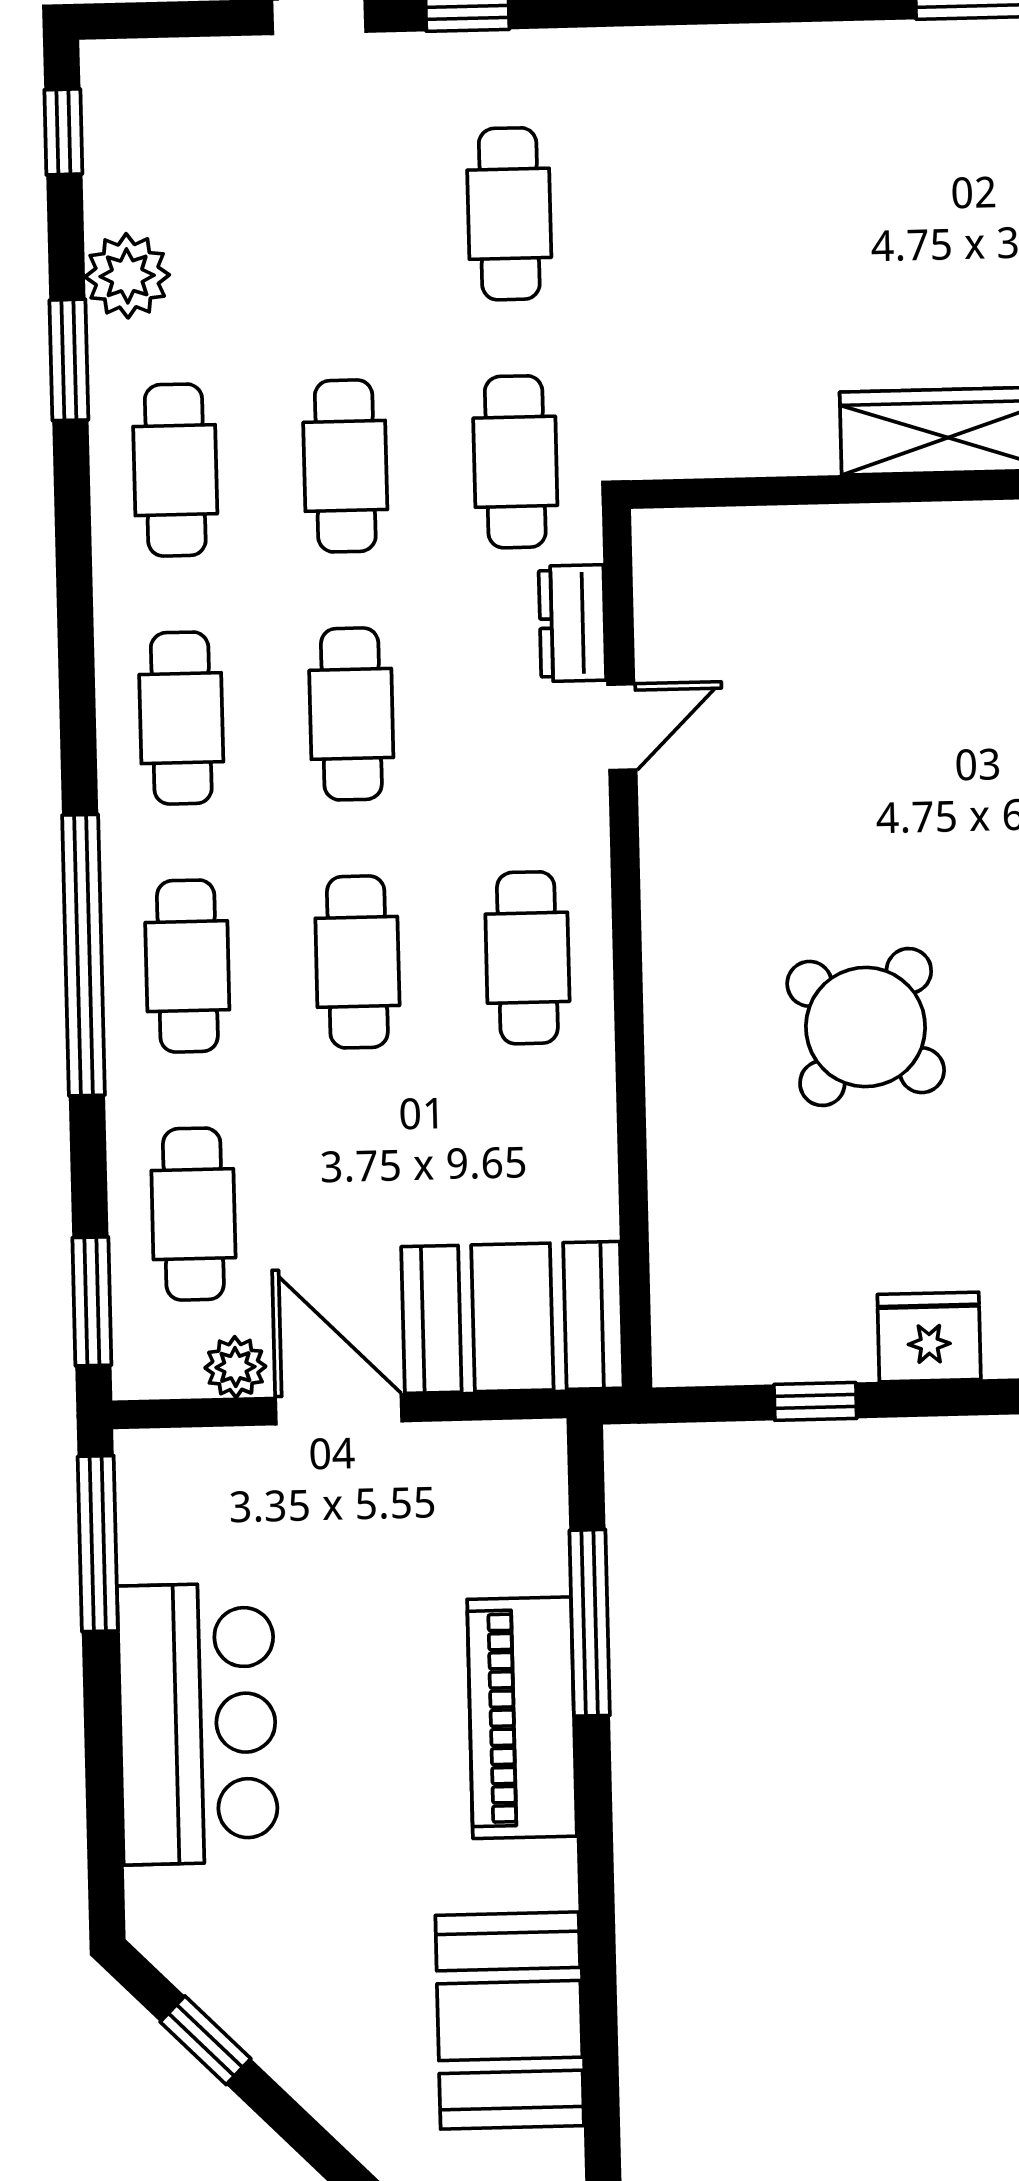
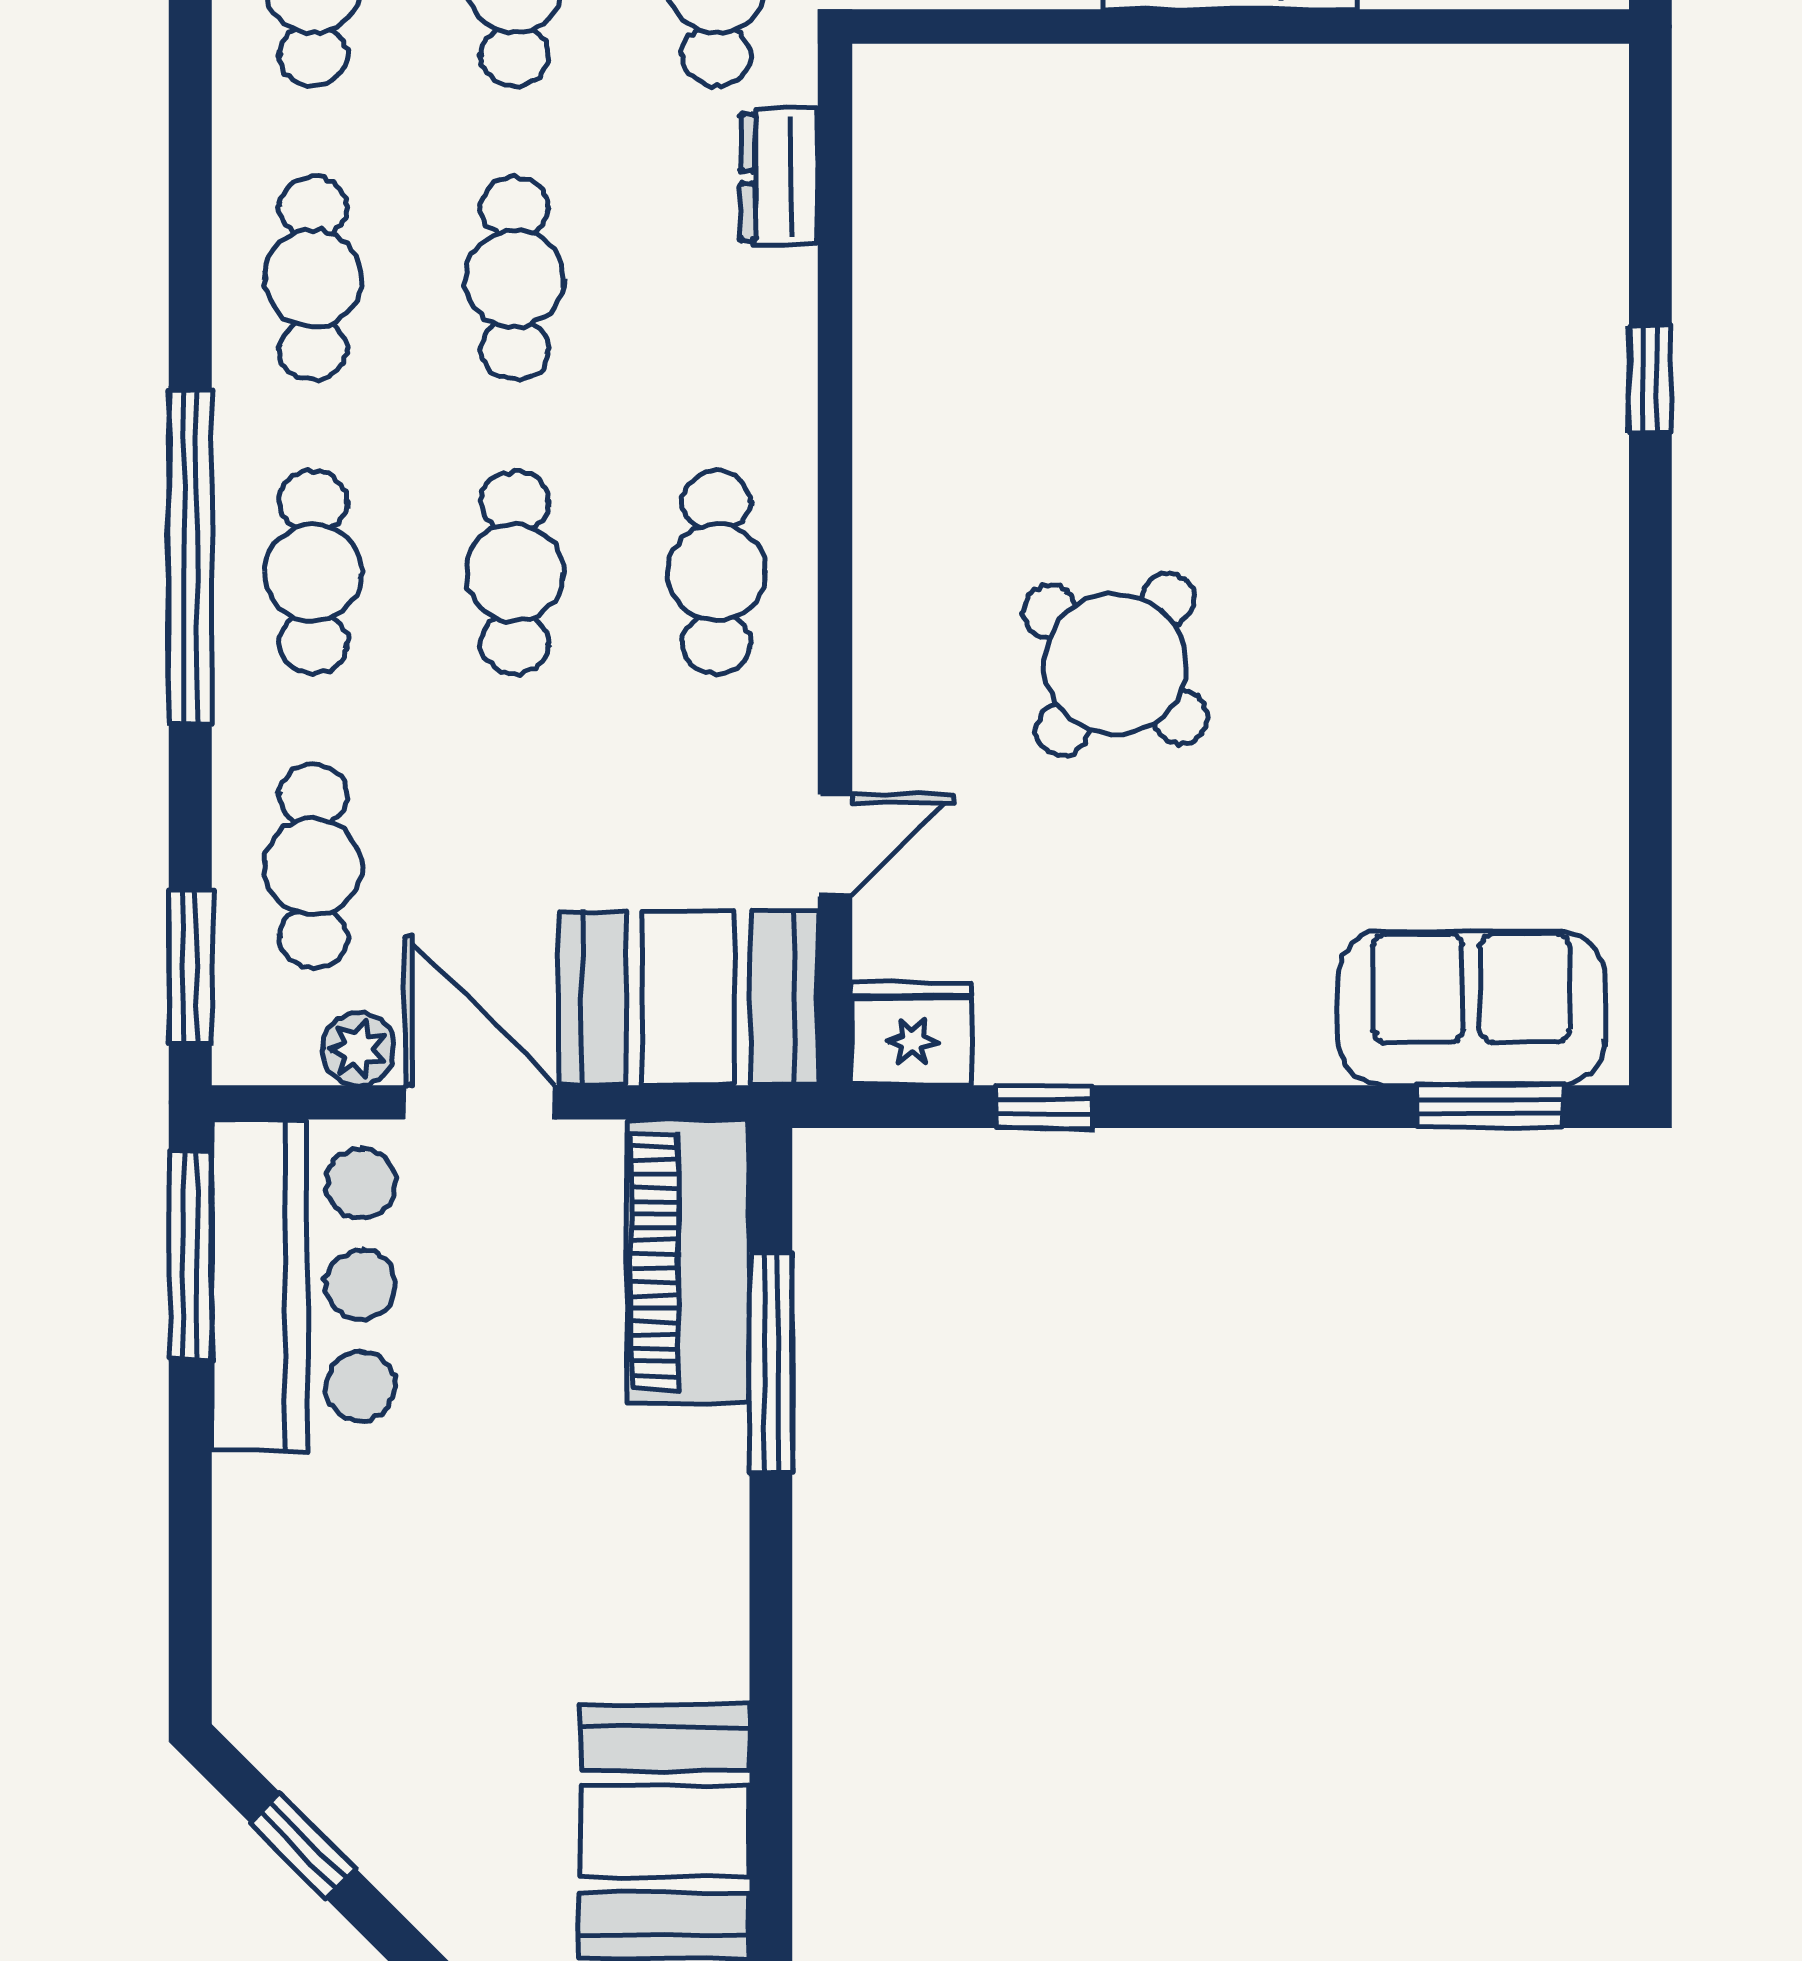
door: (622, 727) -> (835, 845), moved
fridge: (929, 1337) -> (912, 1034), moved
piano: (522, 1718) -> (688, 1261), moved
bar counter: (198, 1724) -> (303, 1285), moved

